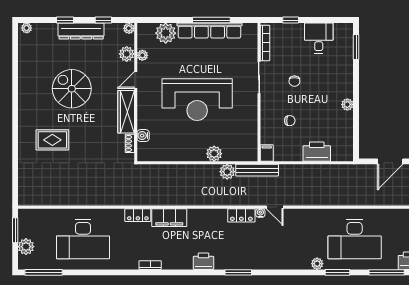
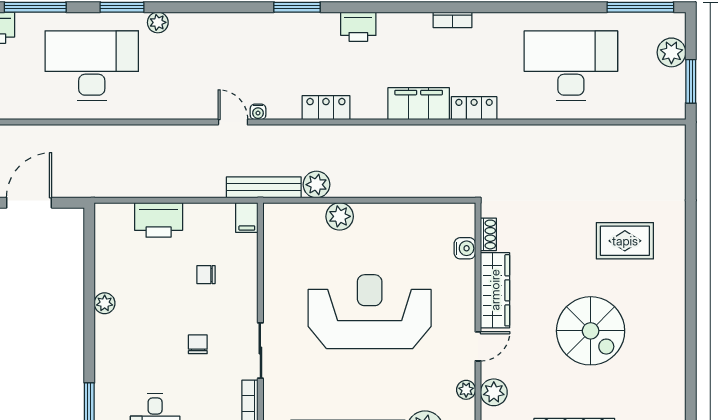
locker: (241, 215) -> (326, 108), moved

